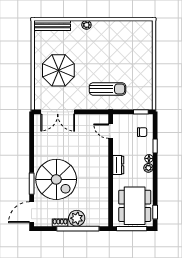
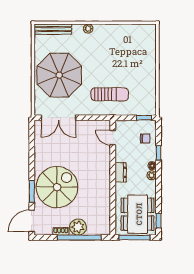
parasol: (58, 70) -> (59, 75), width x1.36, depth x1.36
spiral stairs: (56, 179) -> (57, 187), turned -90

